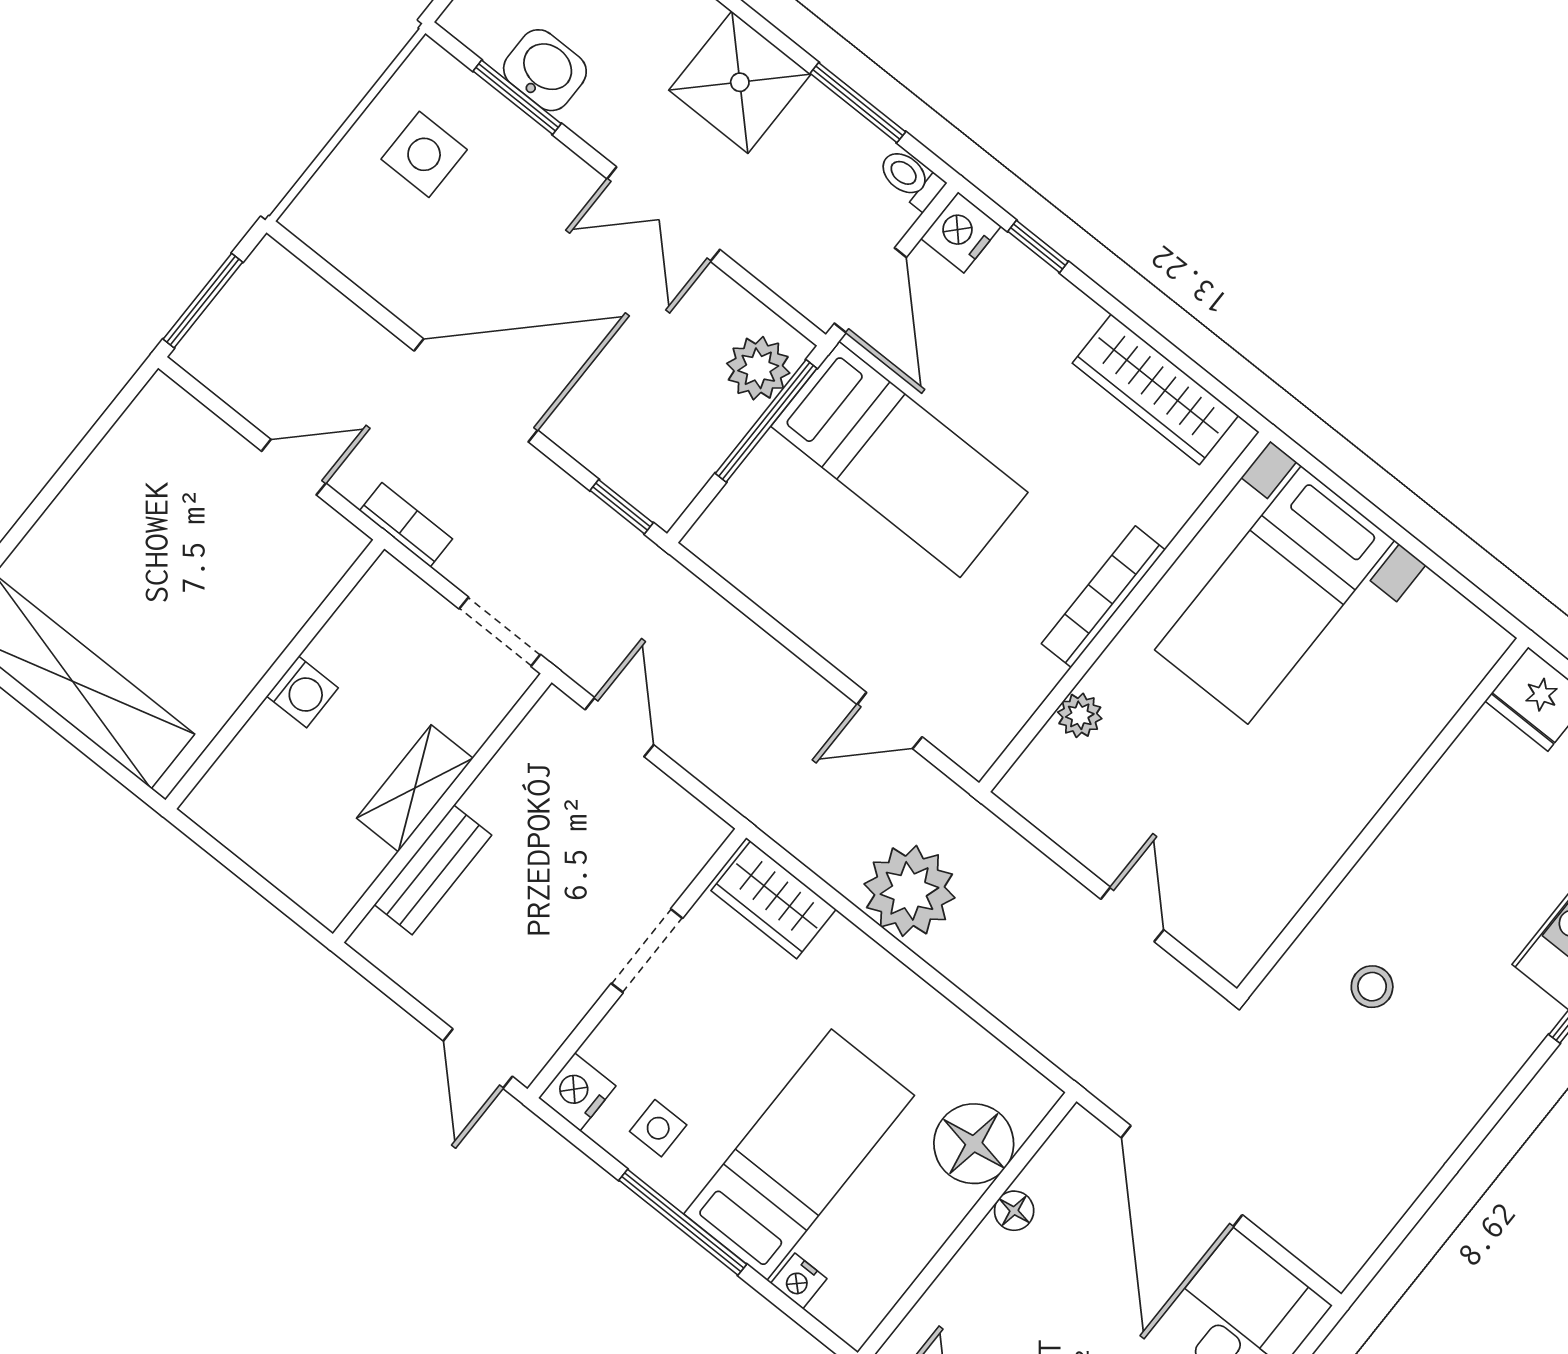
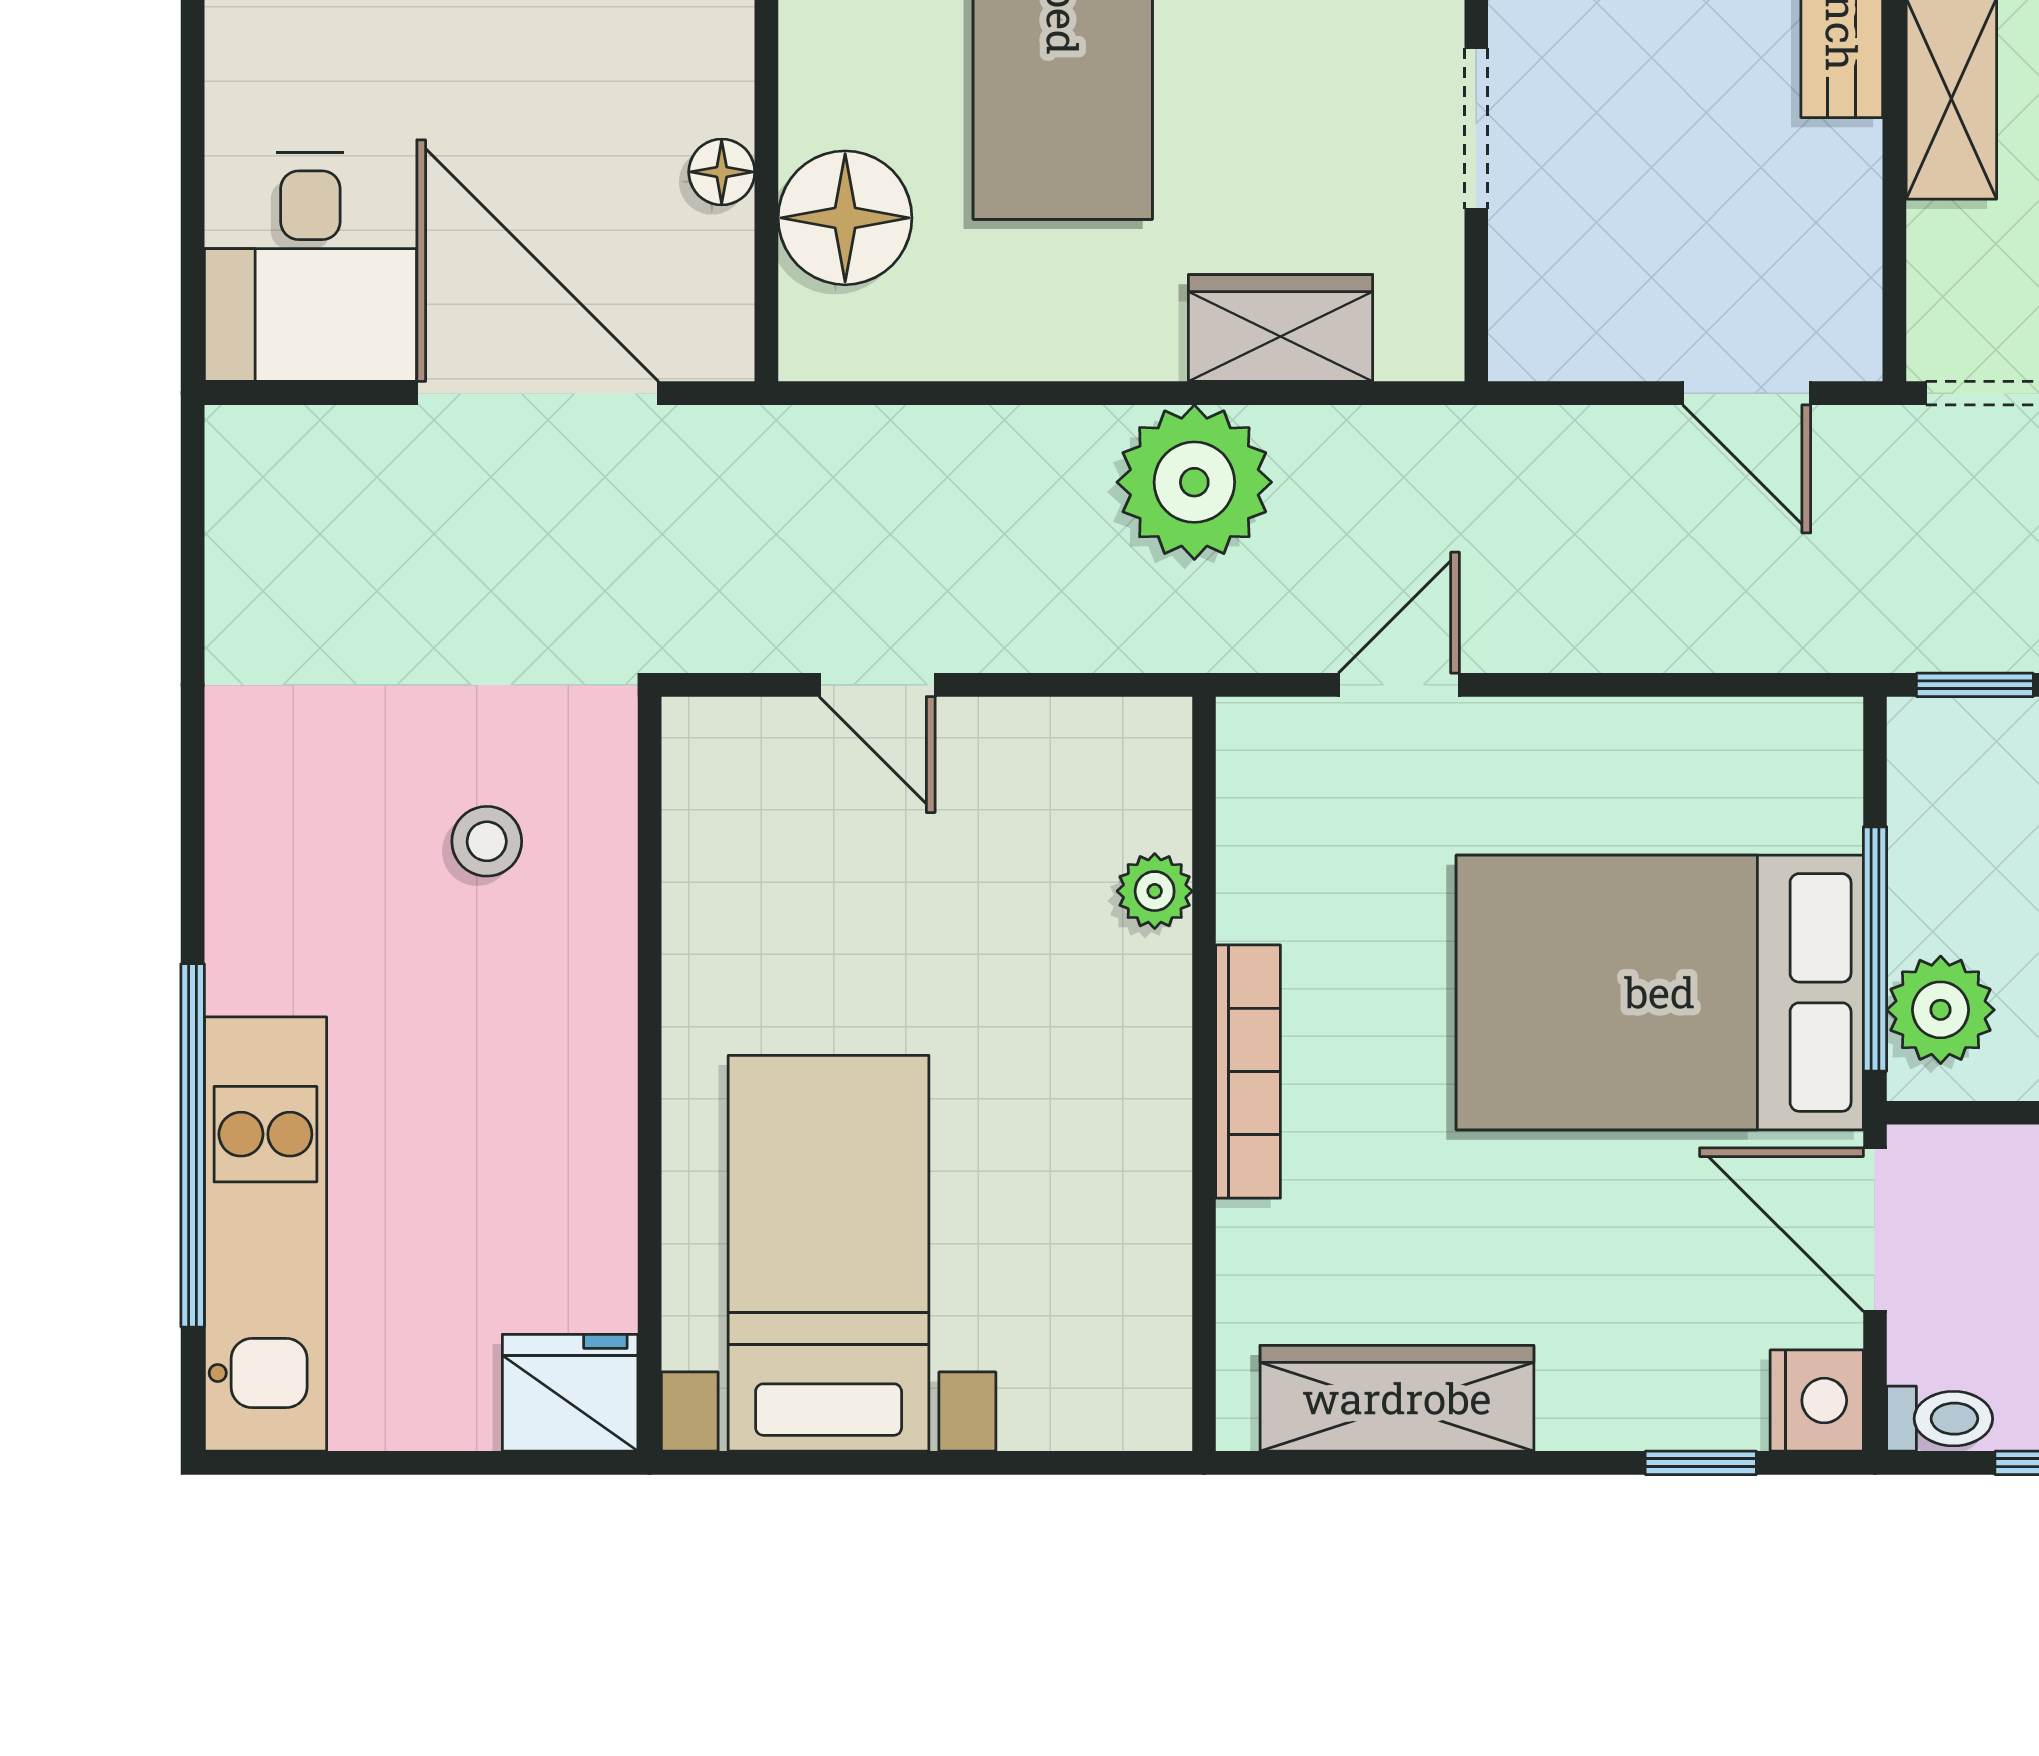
bed: (899, 459) -> (1660, 992), width x1.50
bed with nightstands: (1275, 595) -> (829, 1253), moved
wardrobe: (774, 900) -> (1281, 328), moved

